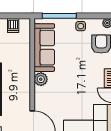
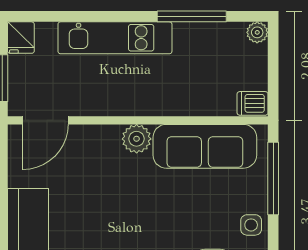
dishwasher: (13, 25) -> (253, 103), moved

